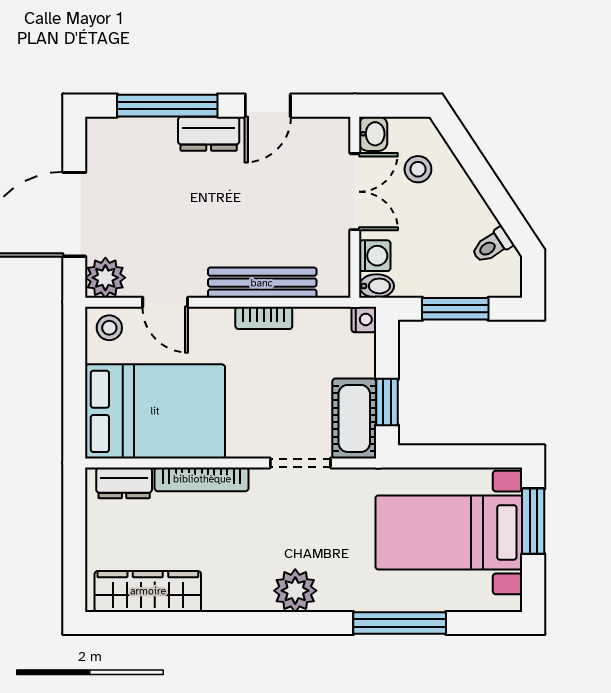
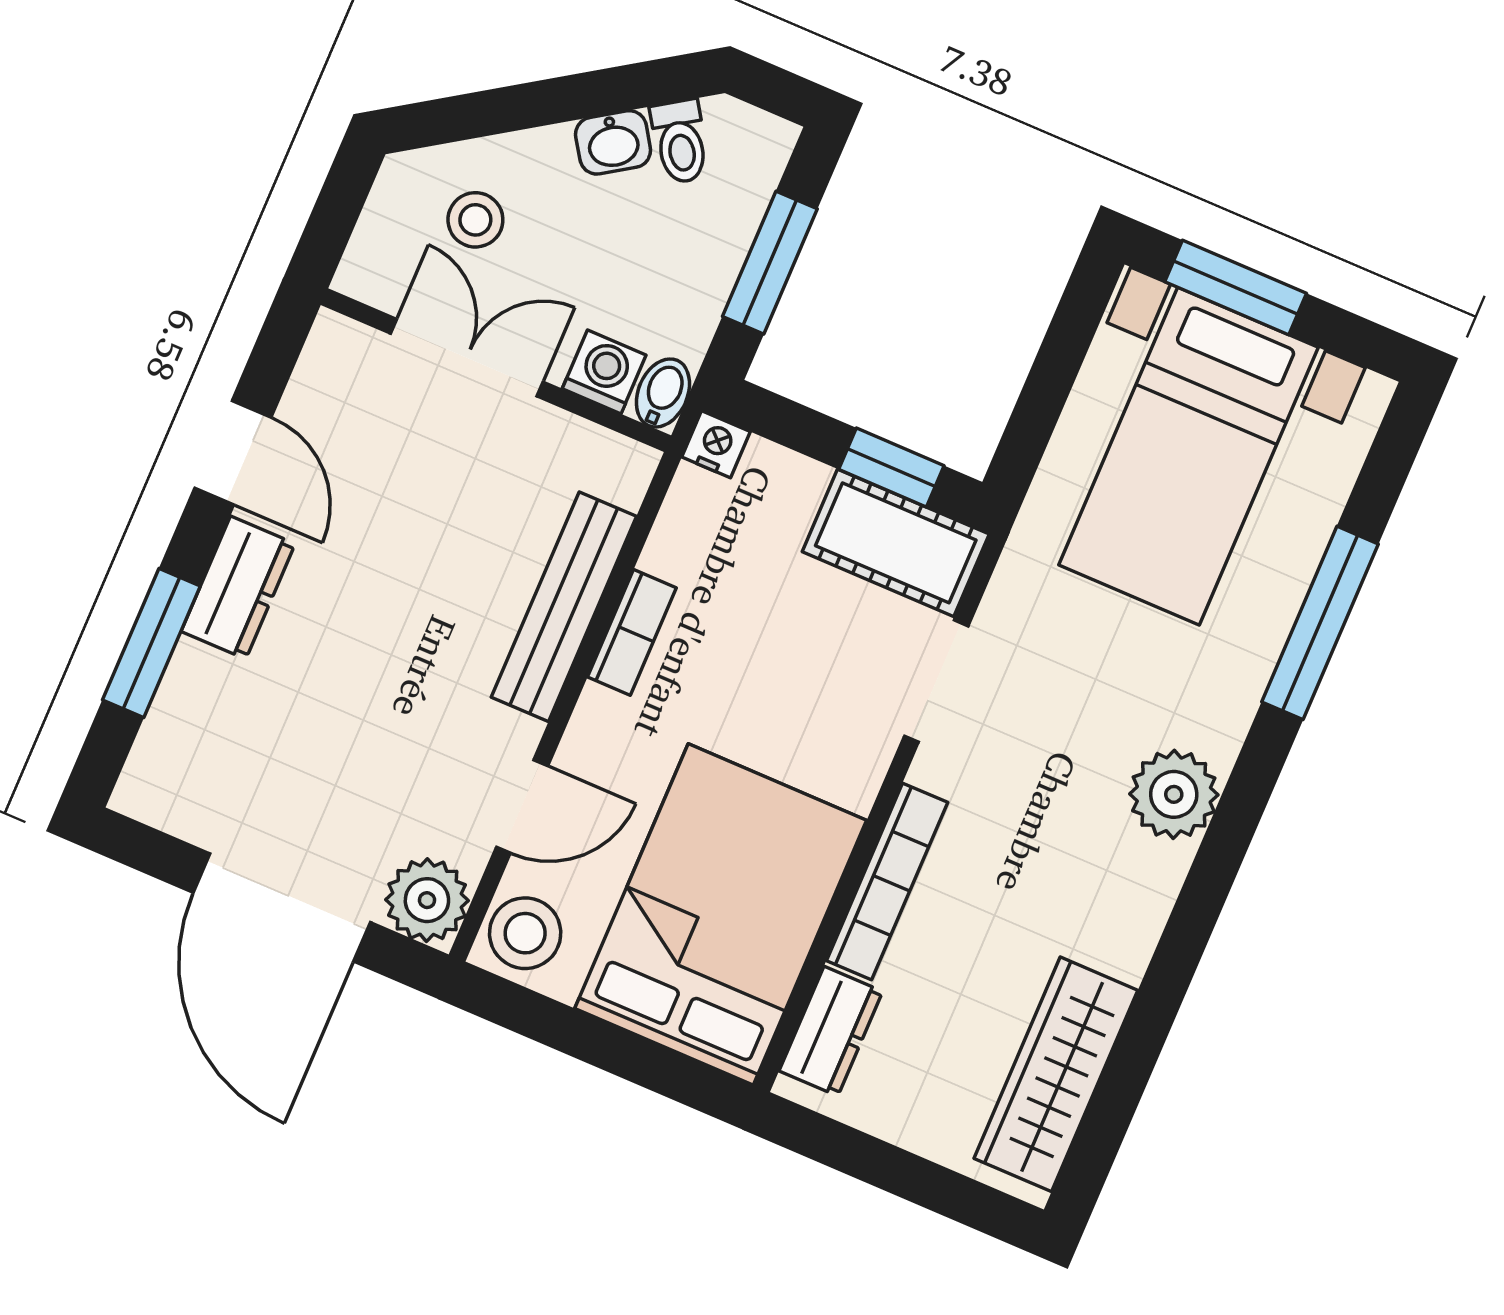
window: (167, 106) -> (151, 643), width x0.69
washbasin: (373, 134) -> (613, 142), moved, turned 147
stool: (109, 328) -> (525, 933), width x1.37, depth x1.37

